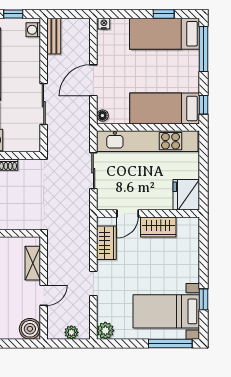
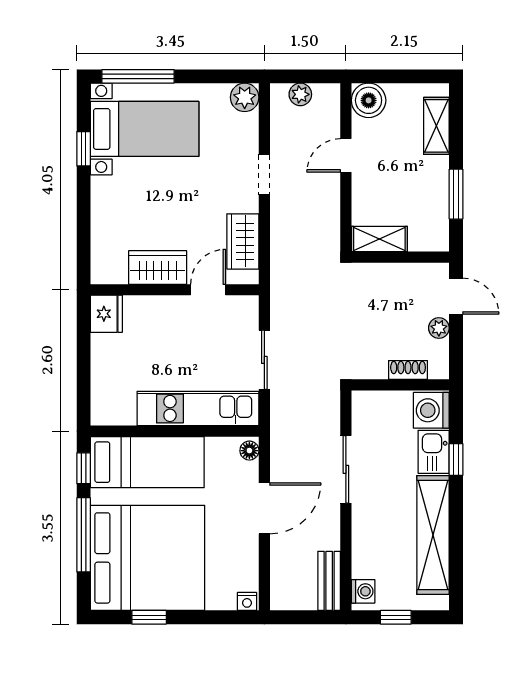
bed: (164, 34) -> (148, 558), width x2.04
window: (203, 49) -> (84, 535), moved
kitchen unit: (147, 141) -> (198, 408), width x0.73
fridge: (186, 195) -> (106, 314), width x0.73, depth x0.75
shelving: (33, 263) -> (379, 239), moved, turned 90

